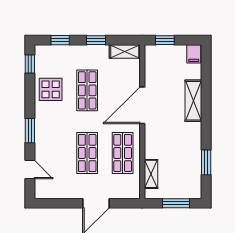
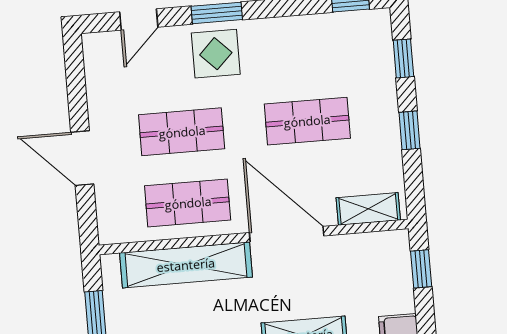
shelving: (125, 51) -> (368, 209), moved, turned 90
display table: (51, 89) -> (216, 54), moved
shelving: (151, 174) -> (186, 265), width x2.20, depth x1.33

